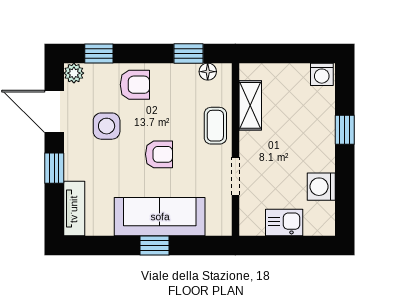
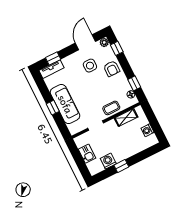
washing machine: (322, 74) -> (148, 130), moved
window: (345, 130) -> (121, 166), moved
armchair: (159, 154) -> (89, 92), removed
window: (54, 168) -> (53, 58), moved

